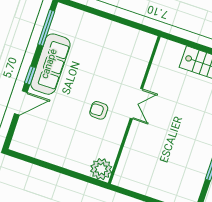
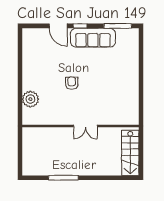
double door: (136, 104) -> (86, 126), moved
wall: (134, 110) -> (81, 126), moved

